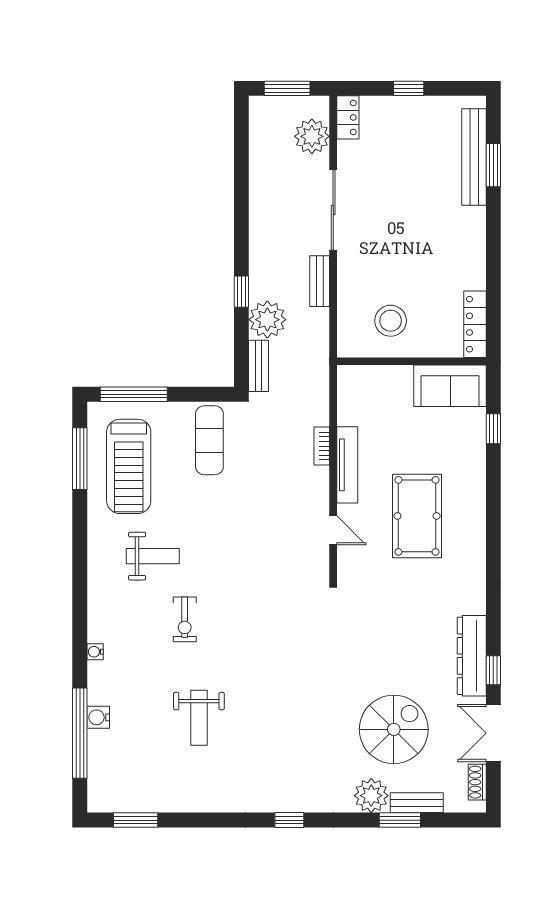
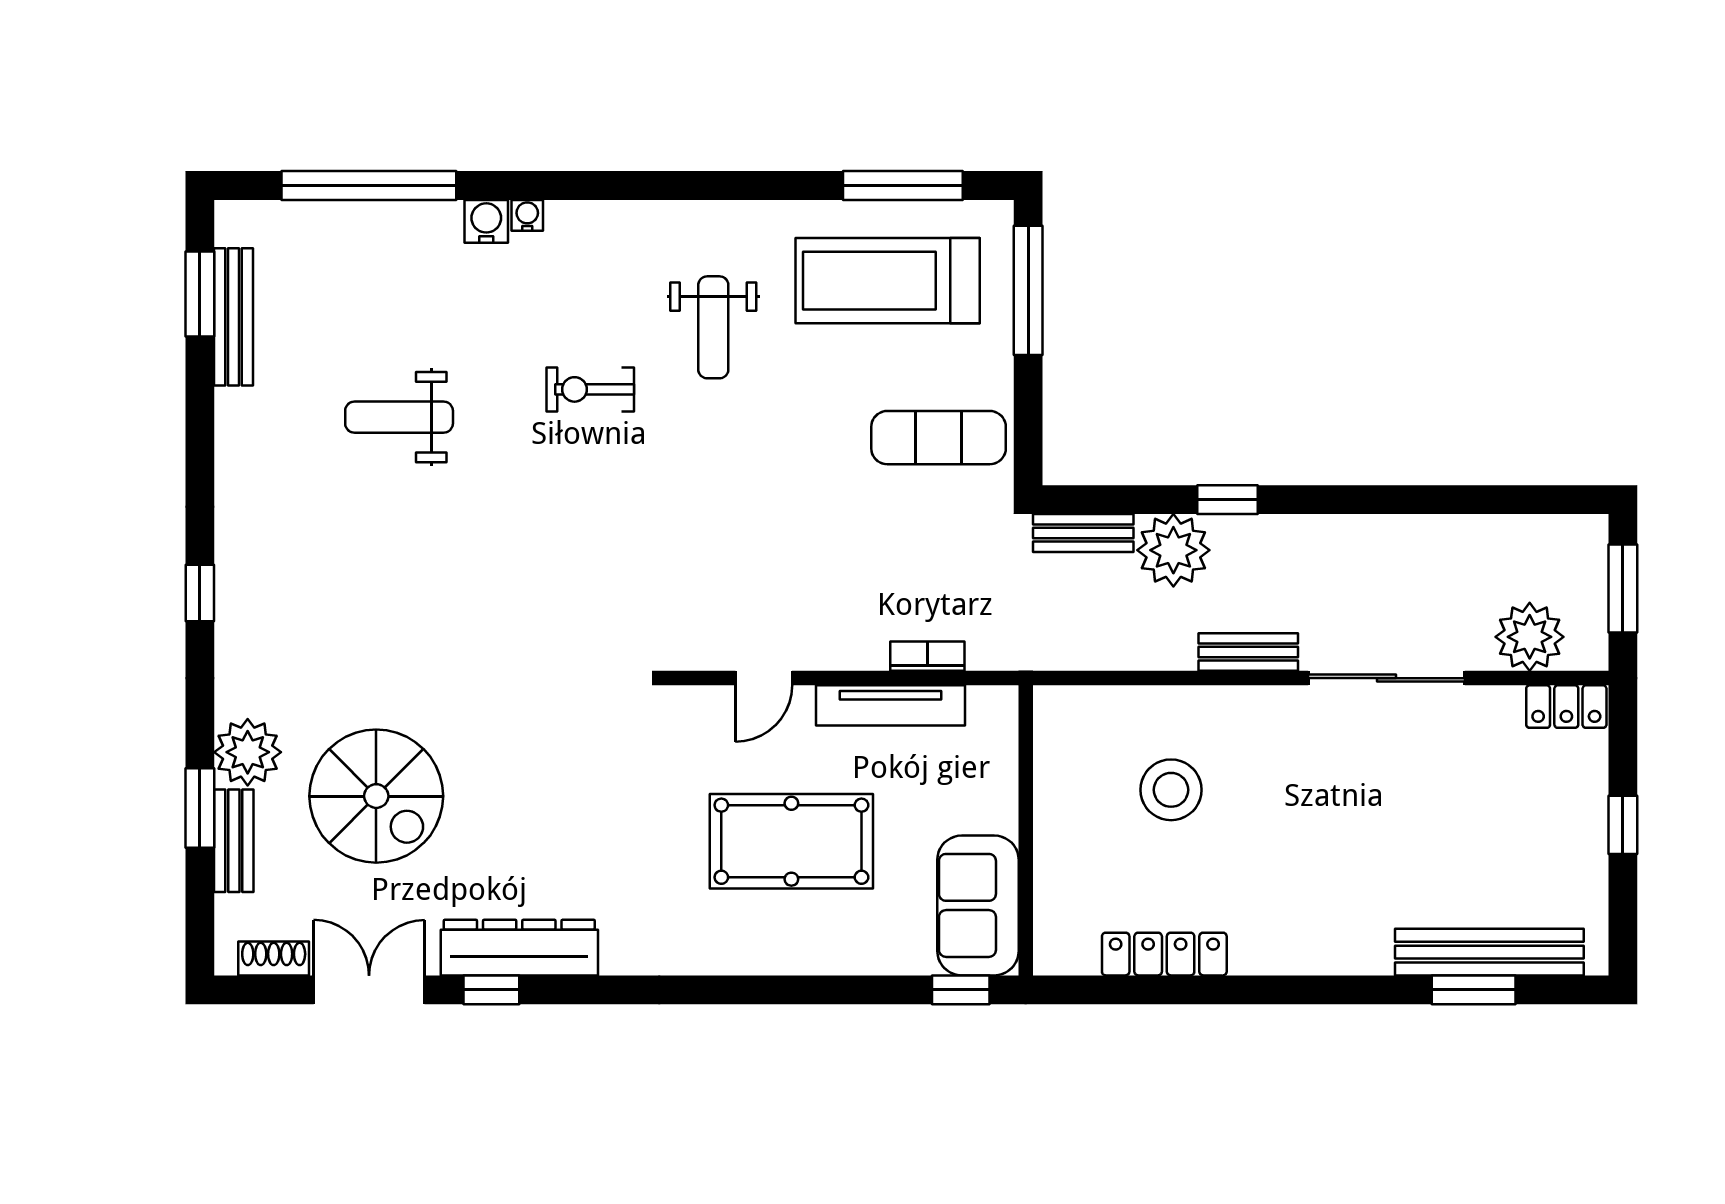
wall: (411, 361) -> (1026, 830), moved
sofa: (450, 386) -> (978, 905), moved
water cooler: (98, 717) -> (486, 221), moved
bench: (147, 803) -> (233, 317), added

